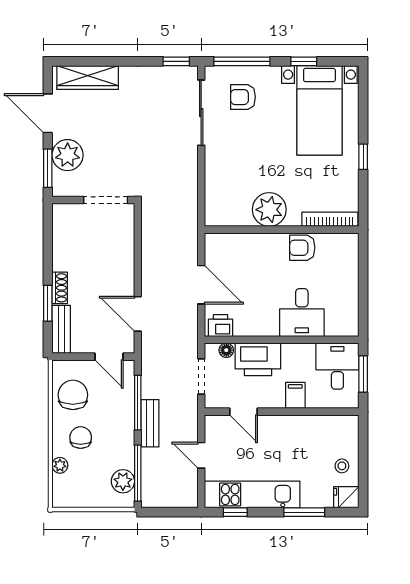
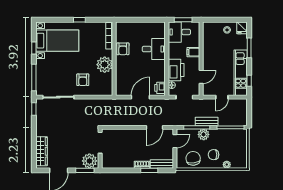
armchair: (243, 97) -> (83, 80), moved
plant: (68, 155) -> (89, 161), moved
chair: (73, 395) -> (193, 158), turned 84
plant: (123, 481) -> (204, 134), moved

